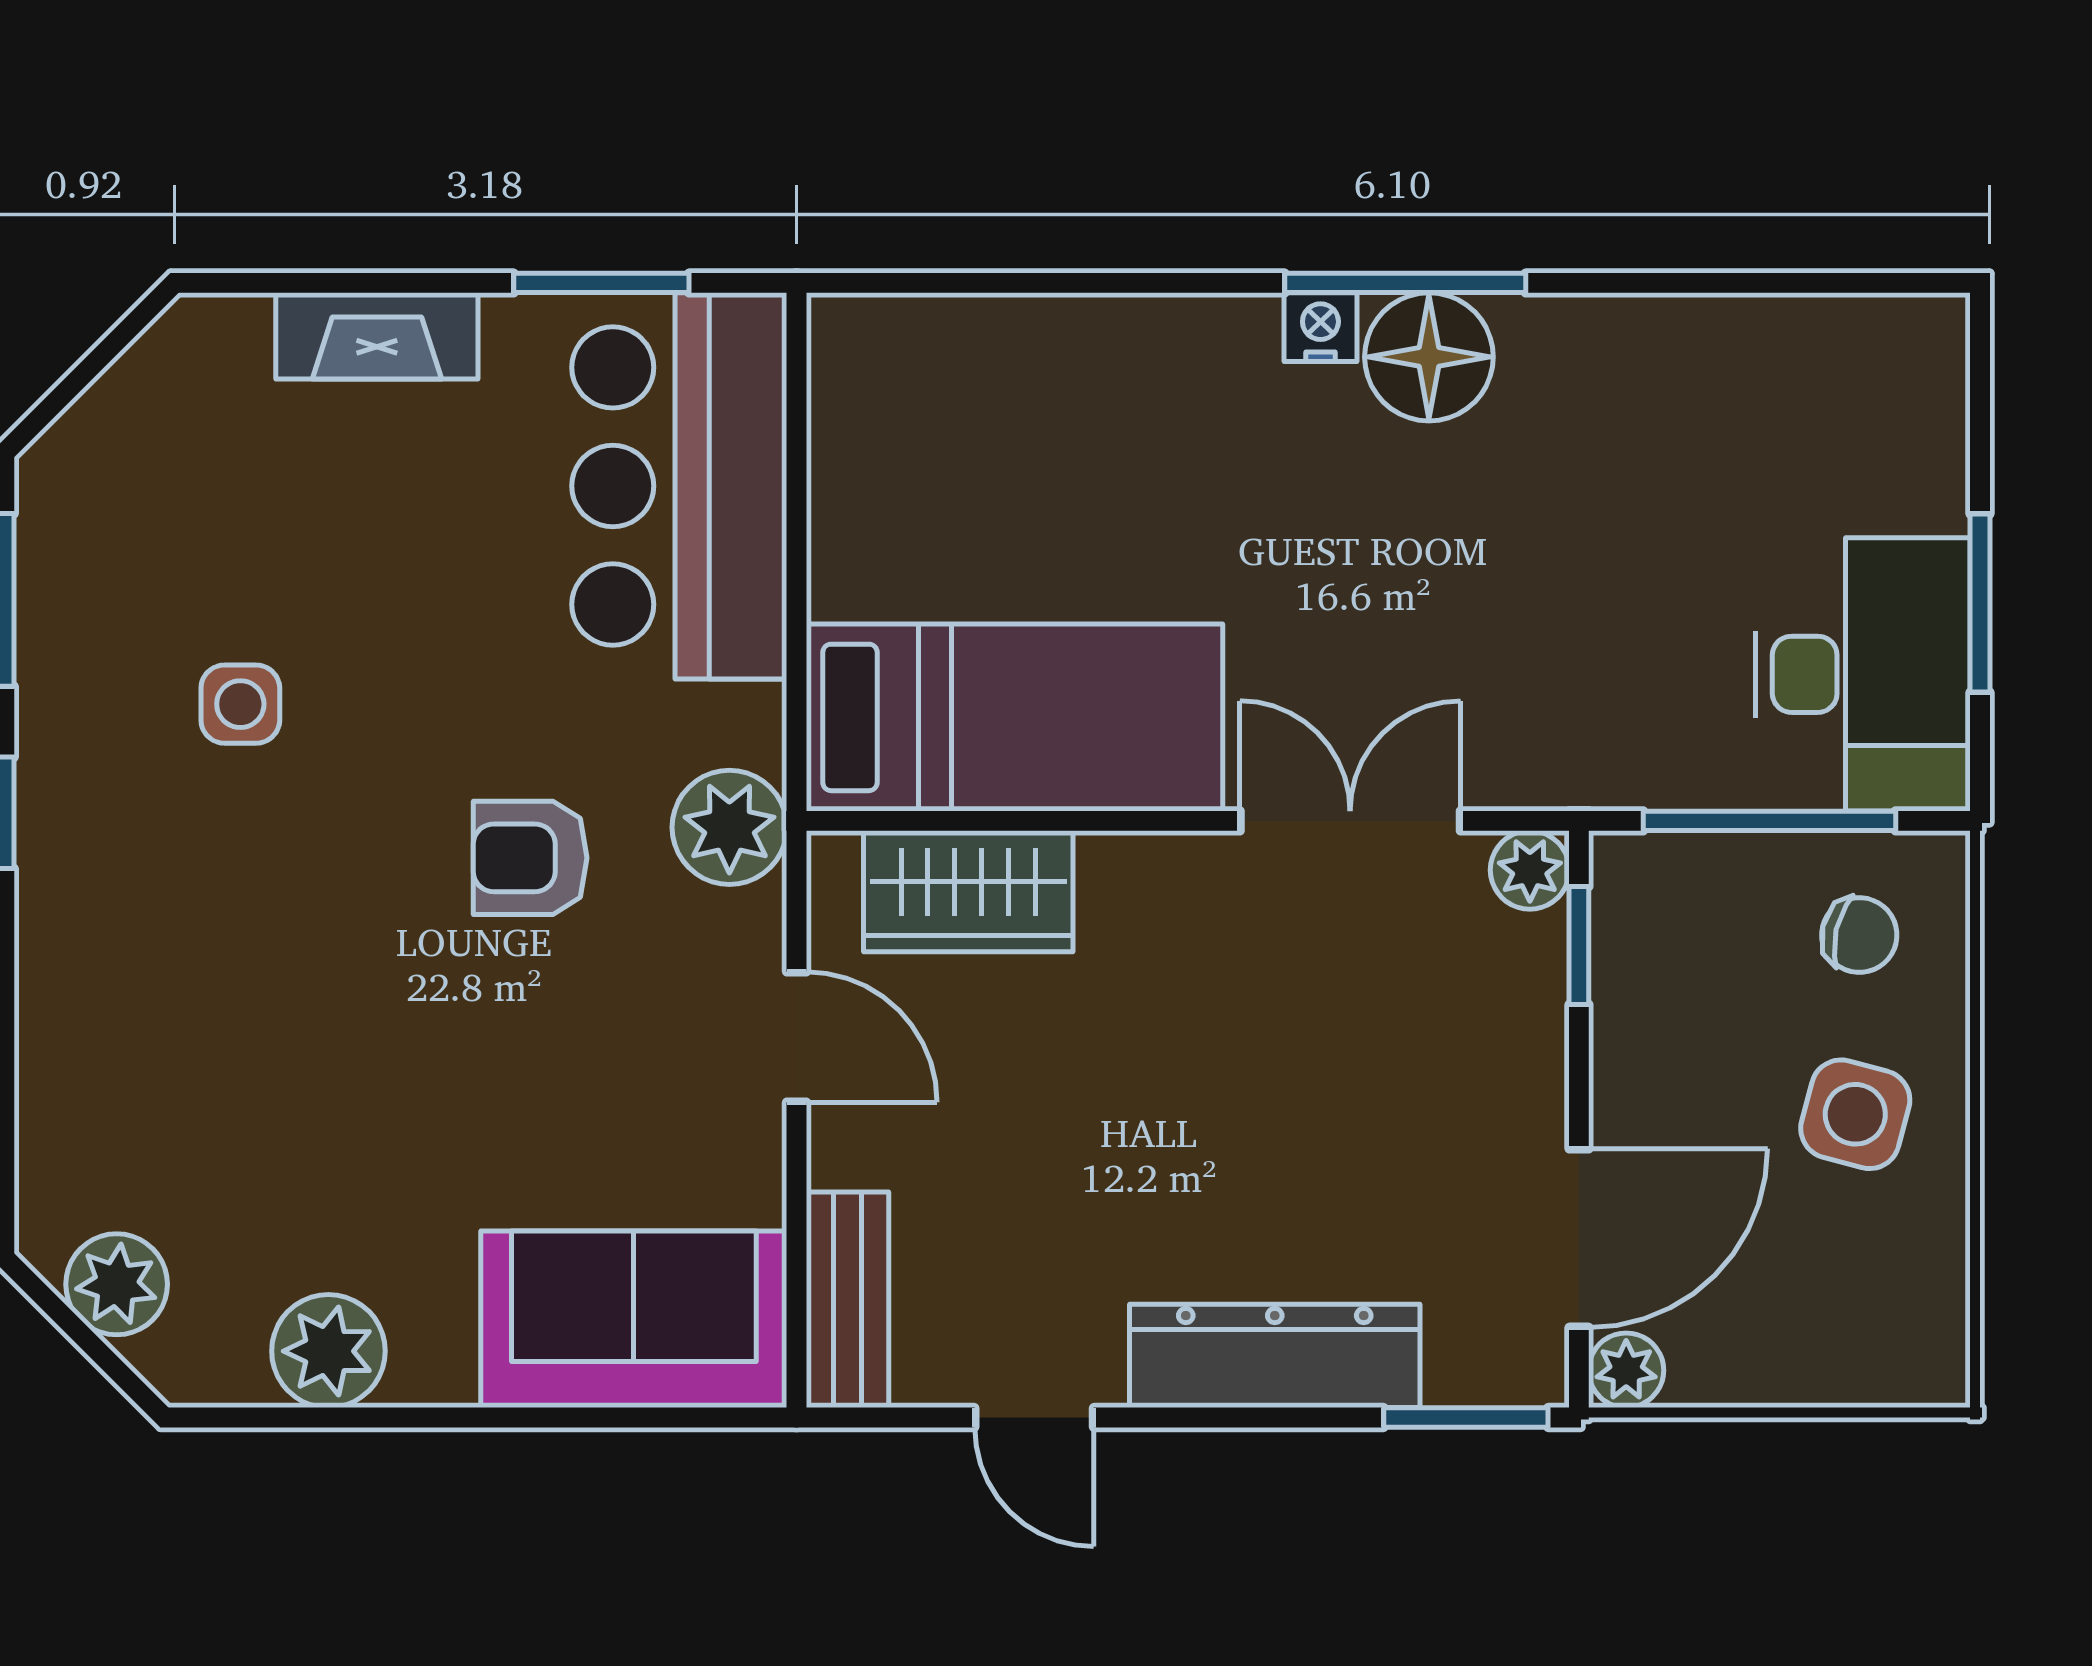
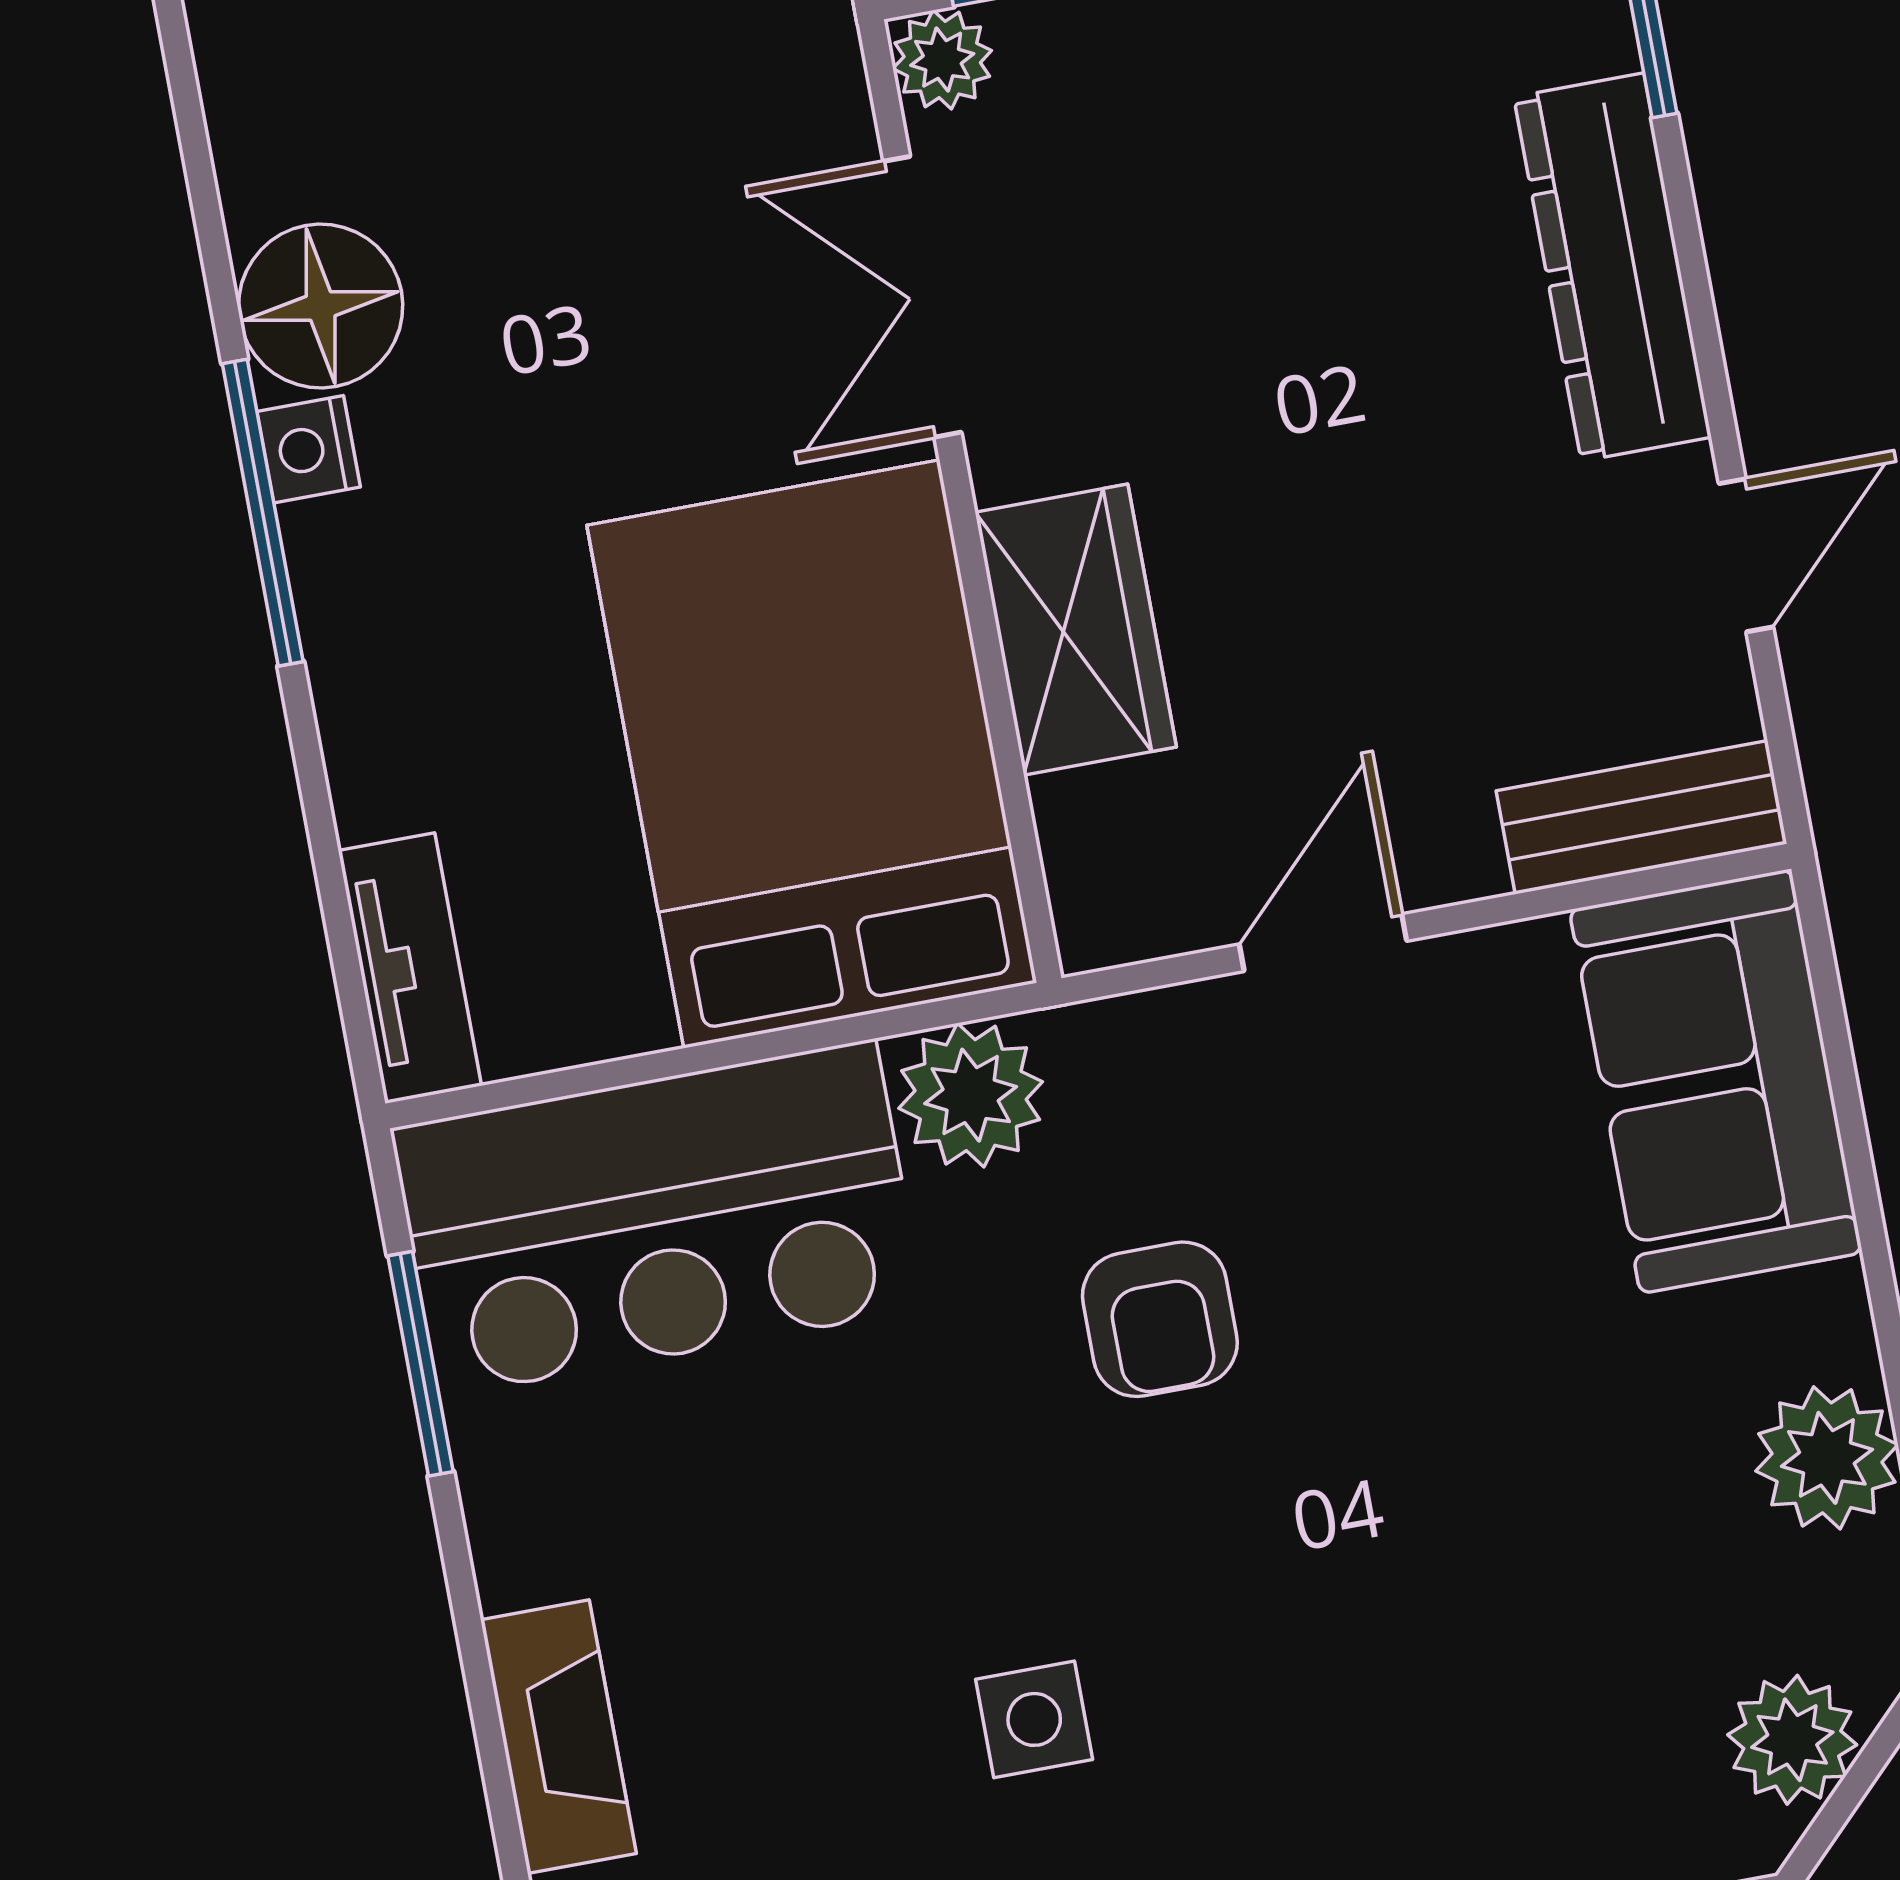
window: (1405, 283) -> (263, 513), moved
tv unit: (907, 331) -> (410, 968), added
fireplace: (377, 336) -> (558, 1737), moved
bed: (1014, 717) -> (812, 754), width x1.50
plant: (729, 827) -> (971, 1095), moved
wardrobe: (968, 891) -> (1076, 630), moved

